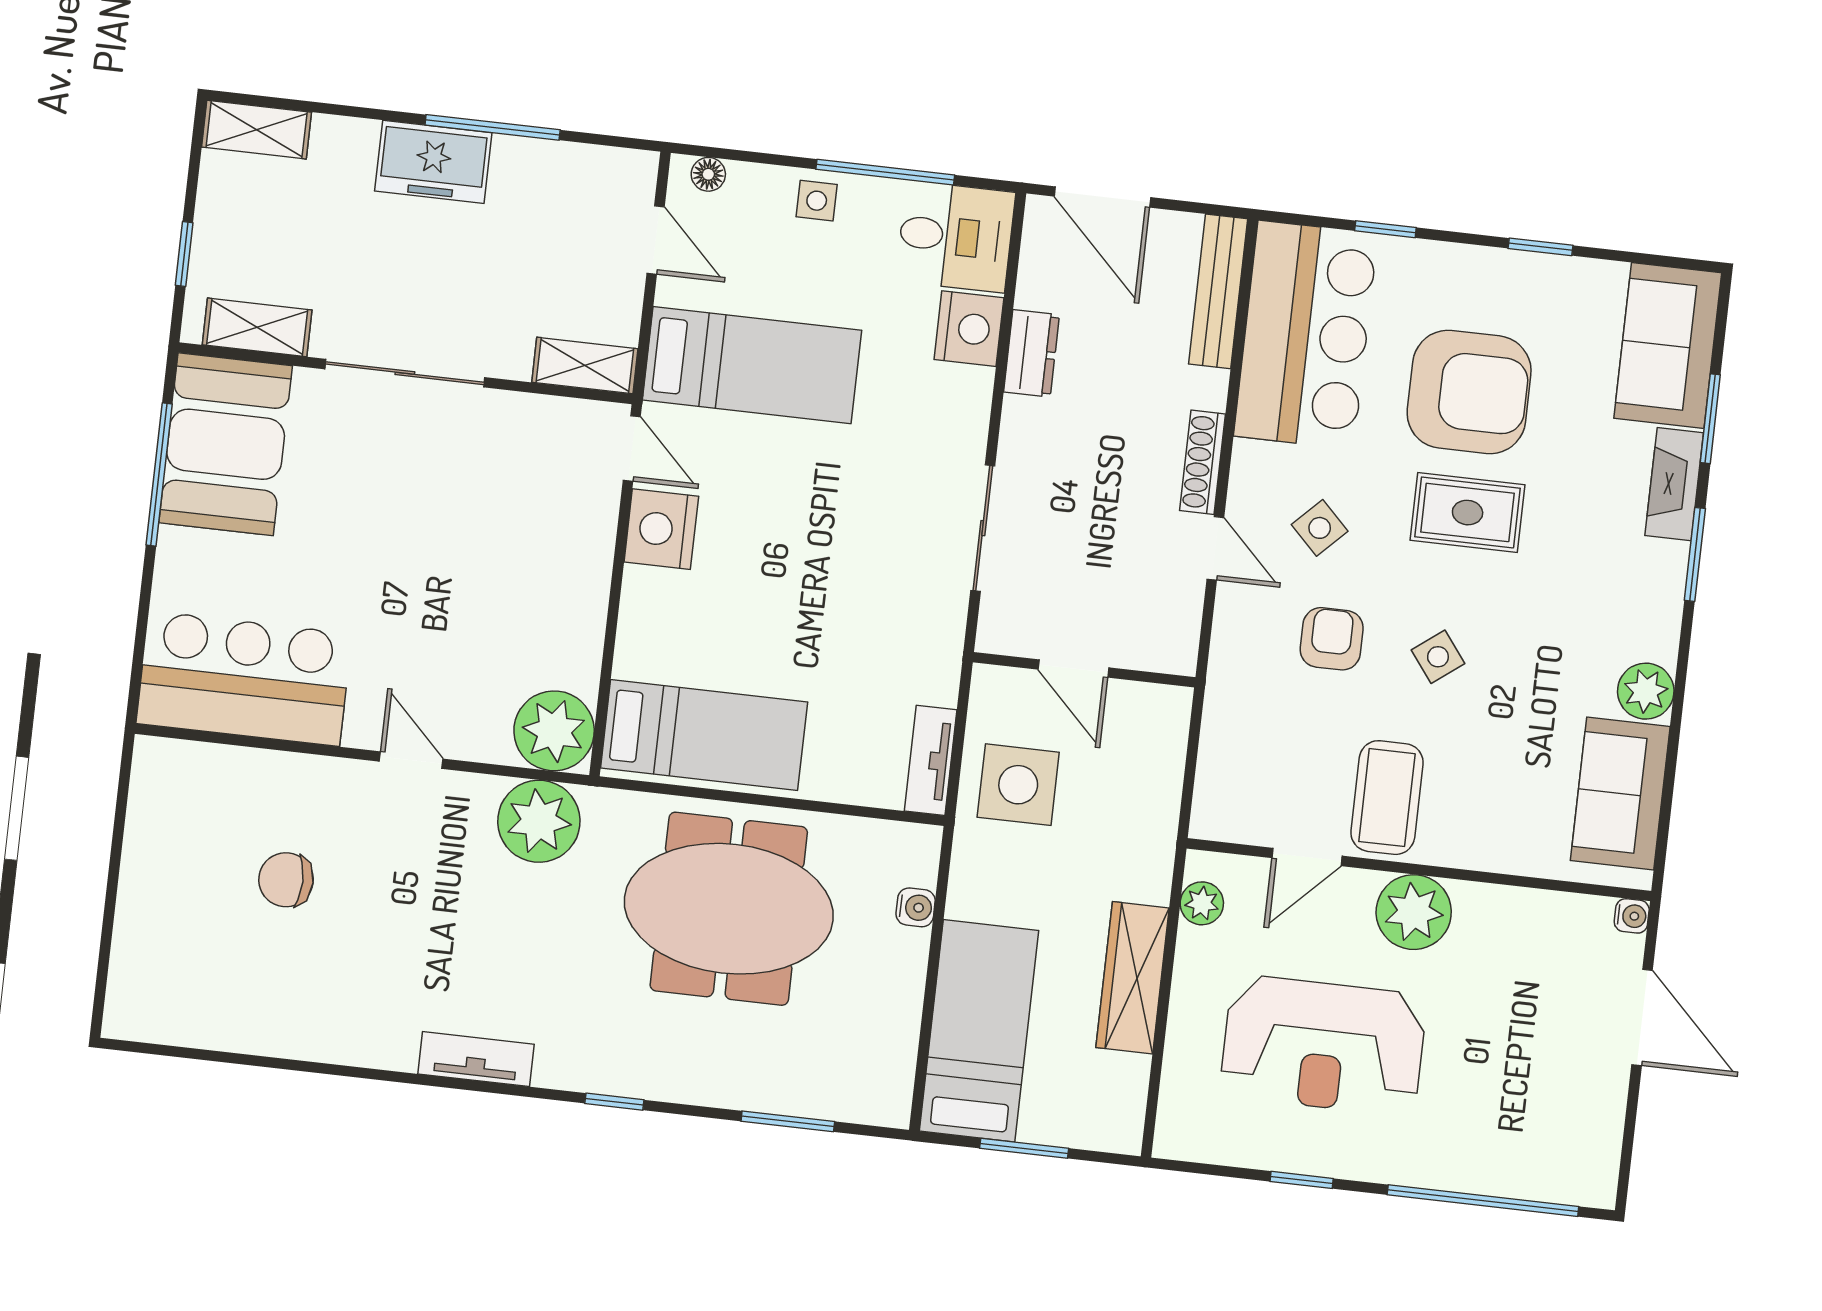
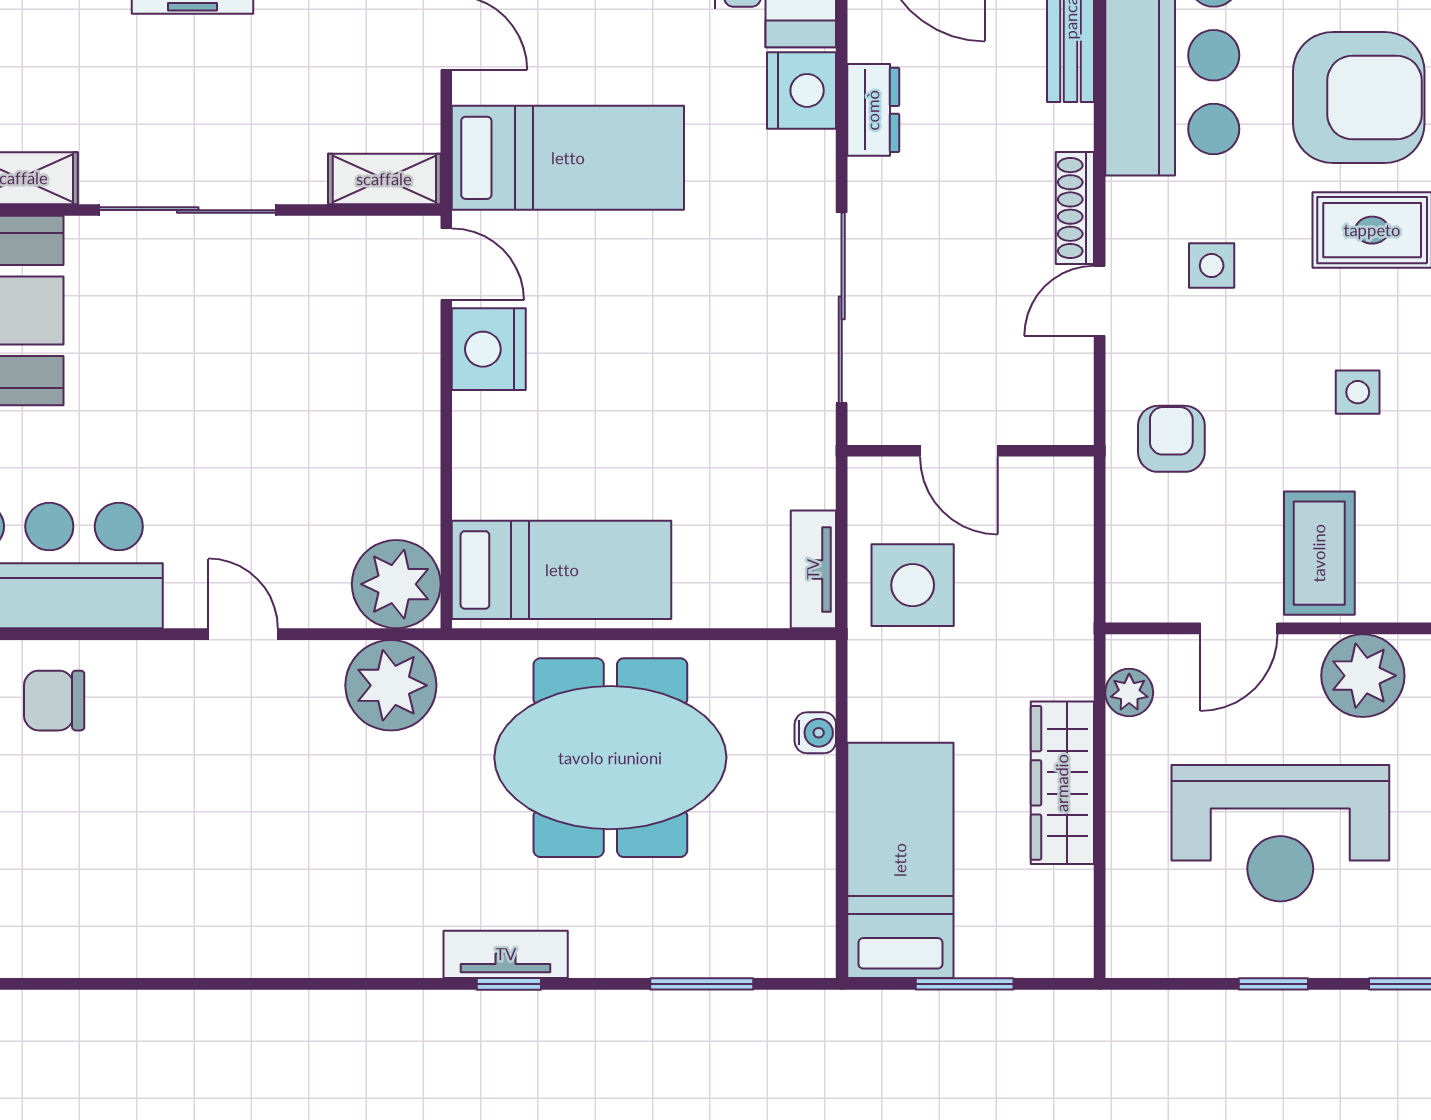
sliding door: (983, 528) -> (842, 308), width x1.37
side table: (1320, 528) -> (1212, 265), turned 45
door: (1215, 548) -> (1100, 301), swing flipped
armchair: (1332, 639) -> (1171, 439), moved
side table: (1438, 657) -> (1358, 392), turned 37
chair: (286, 880) -> (54, 701), moved
tv unit: (476, 1059) -> (506, 954), moved

